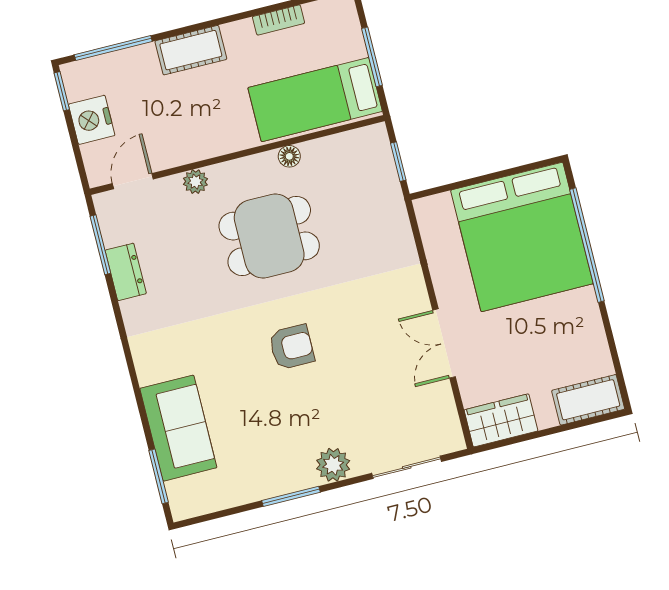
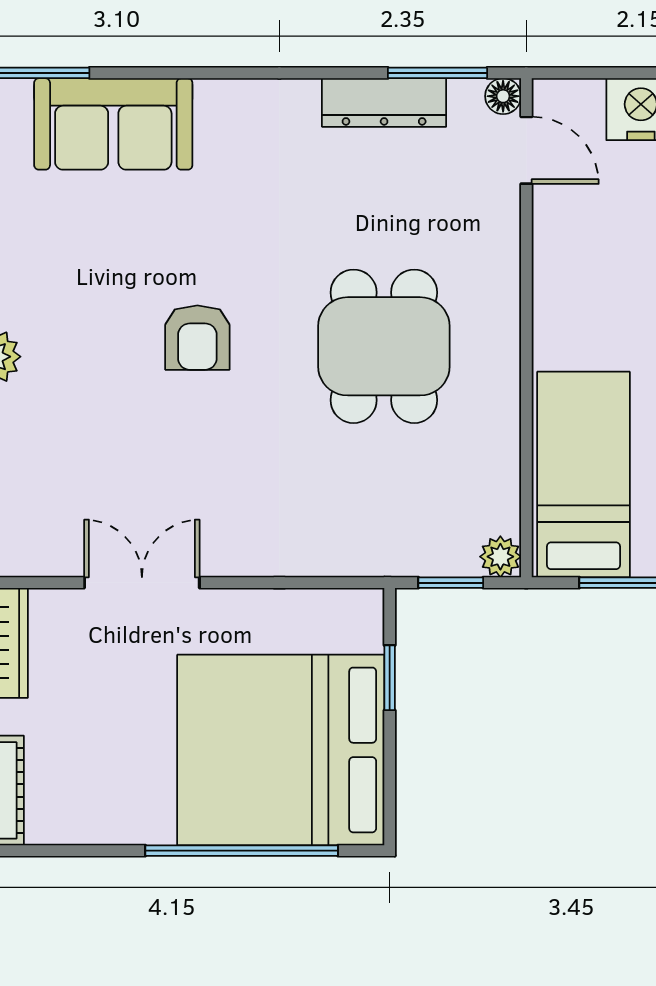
floor lamp: (289, 156) -> (503, 96), moved
plant: (195, 182) -> (500, 557), moved
window: (463, 184) -> (390, 678), added
dresser: (126, 272) -> (384, 103), width x1.44

